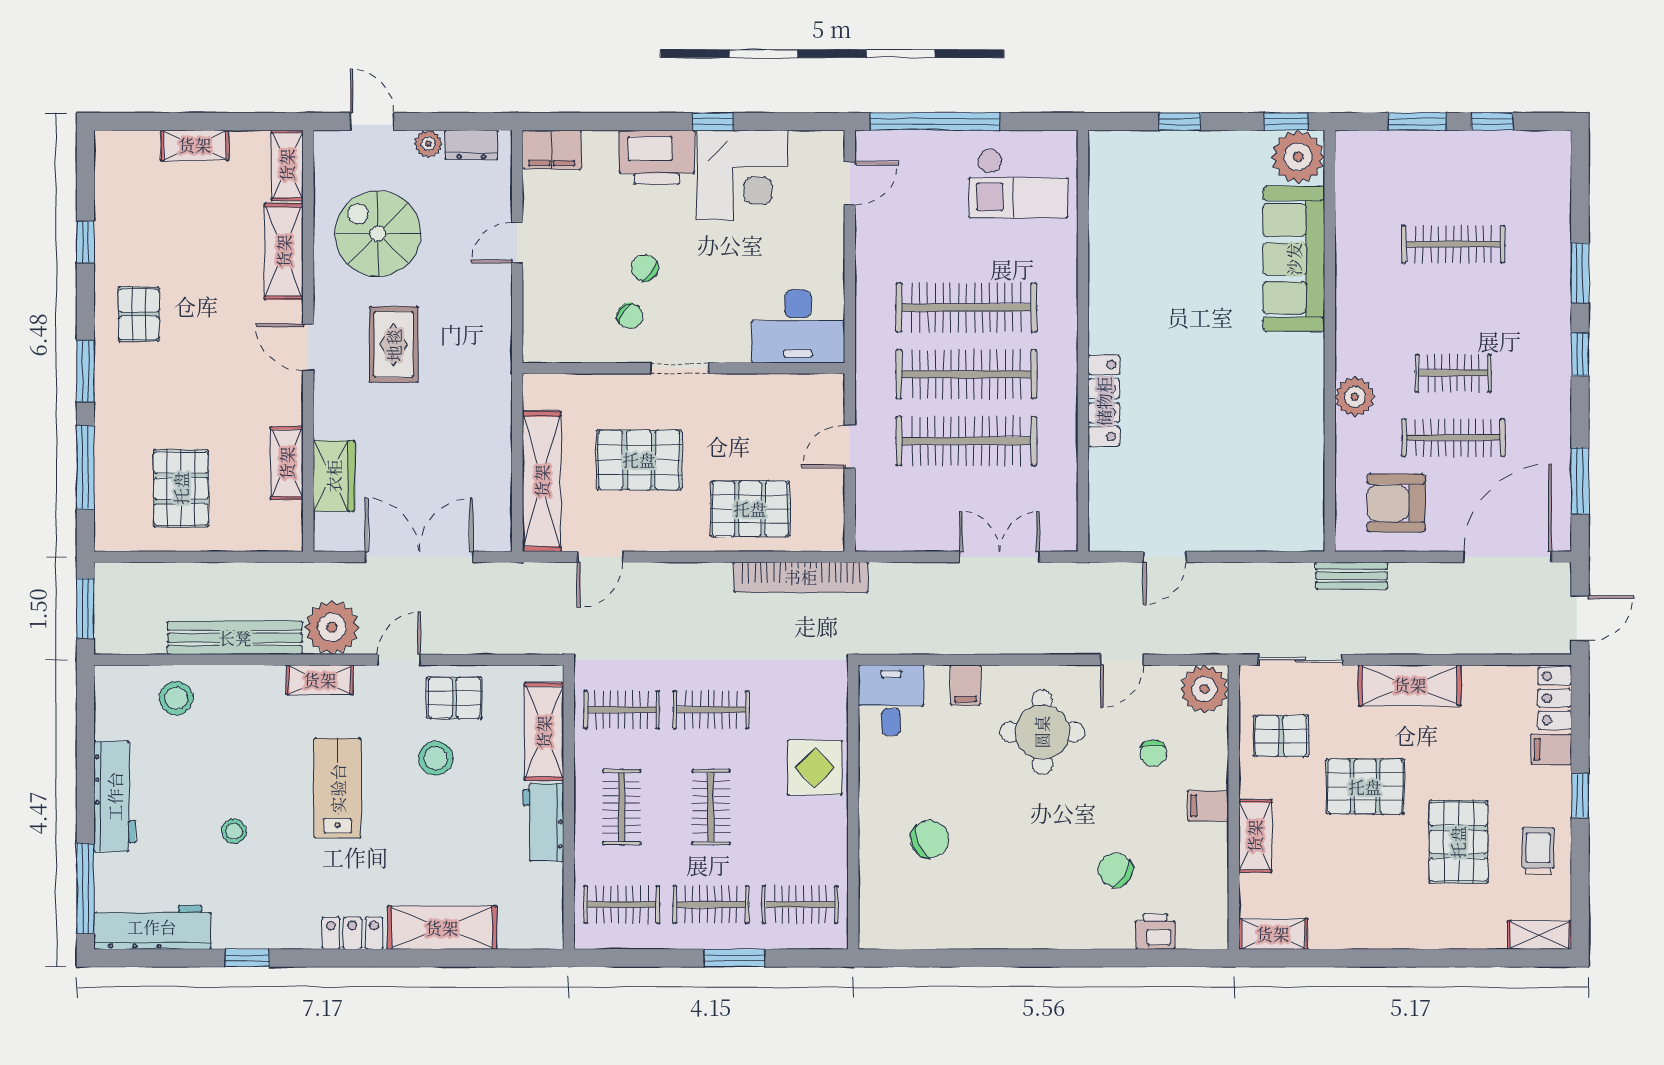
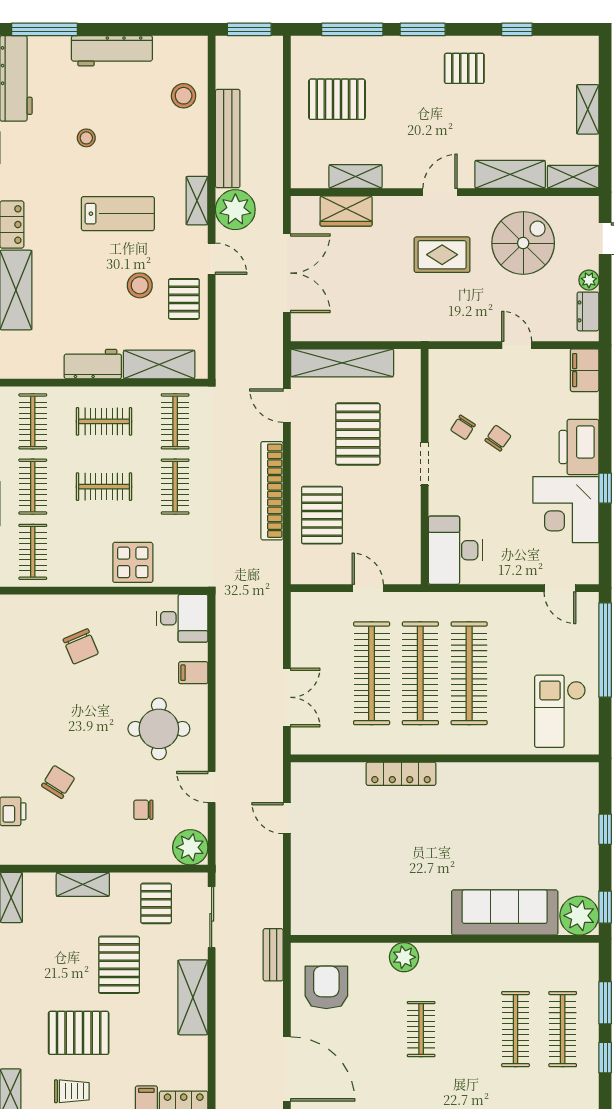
clothes rail: (1453, 438) -> (563, 1029), moved
bookcase: (801, 577) -> (272, 491), moved
filing cabinet: (1208, 806) -> (105, 850), removed

